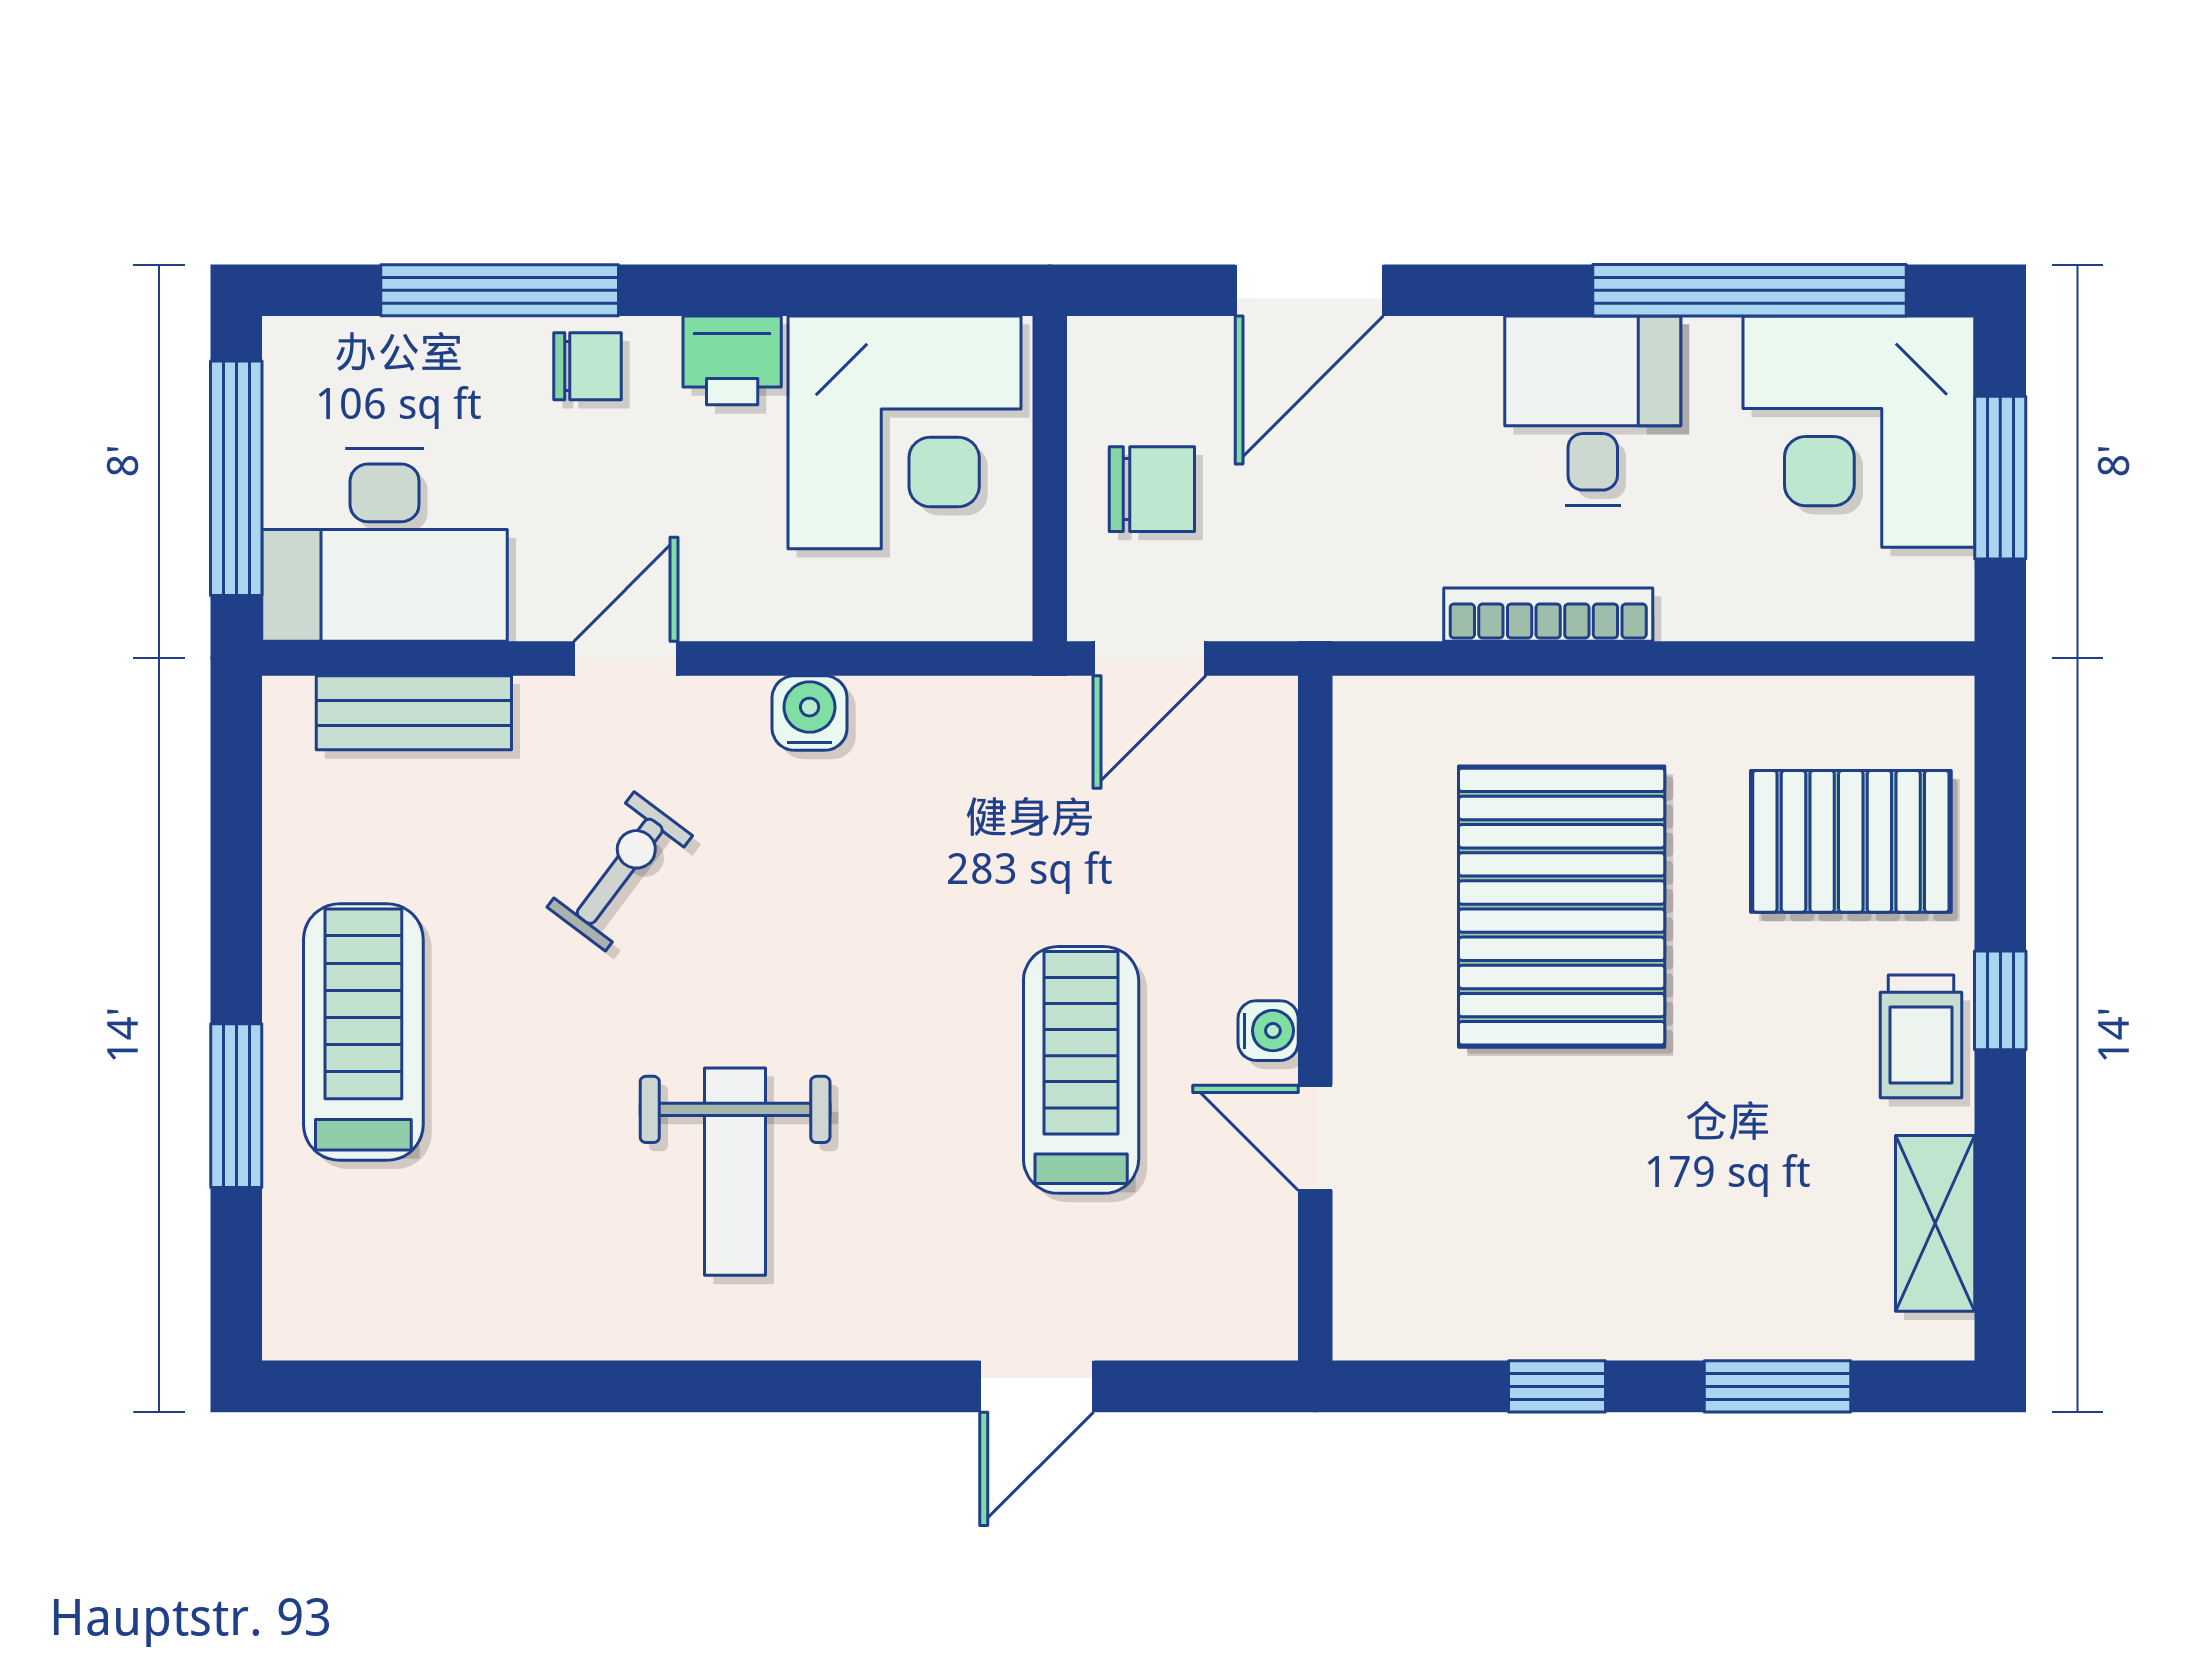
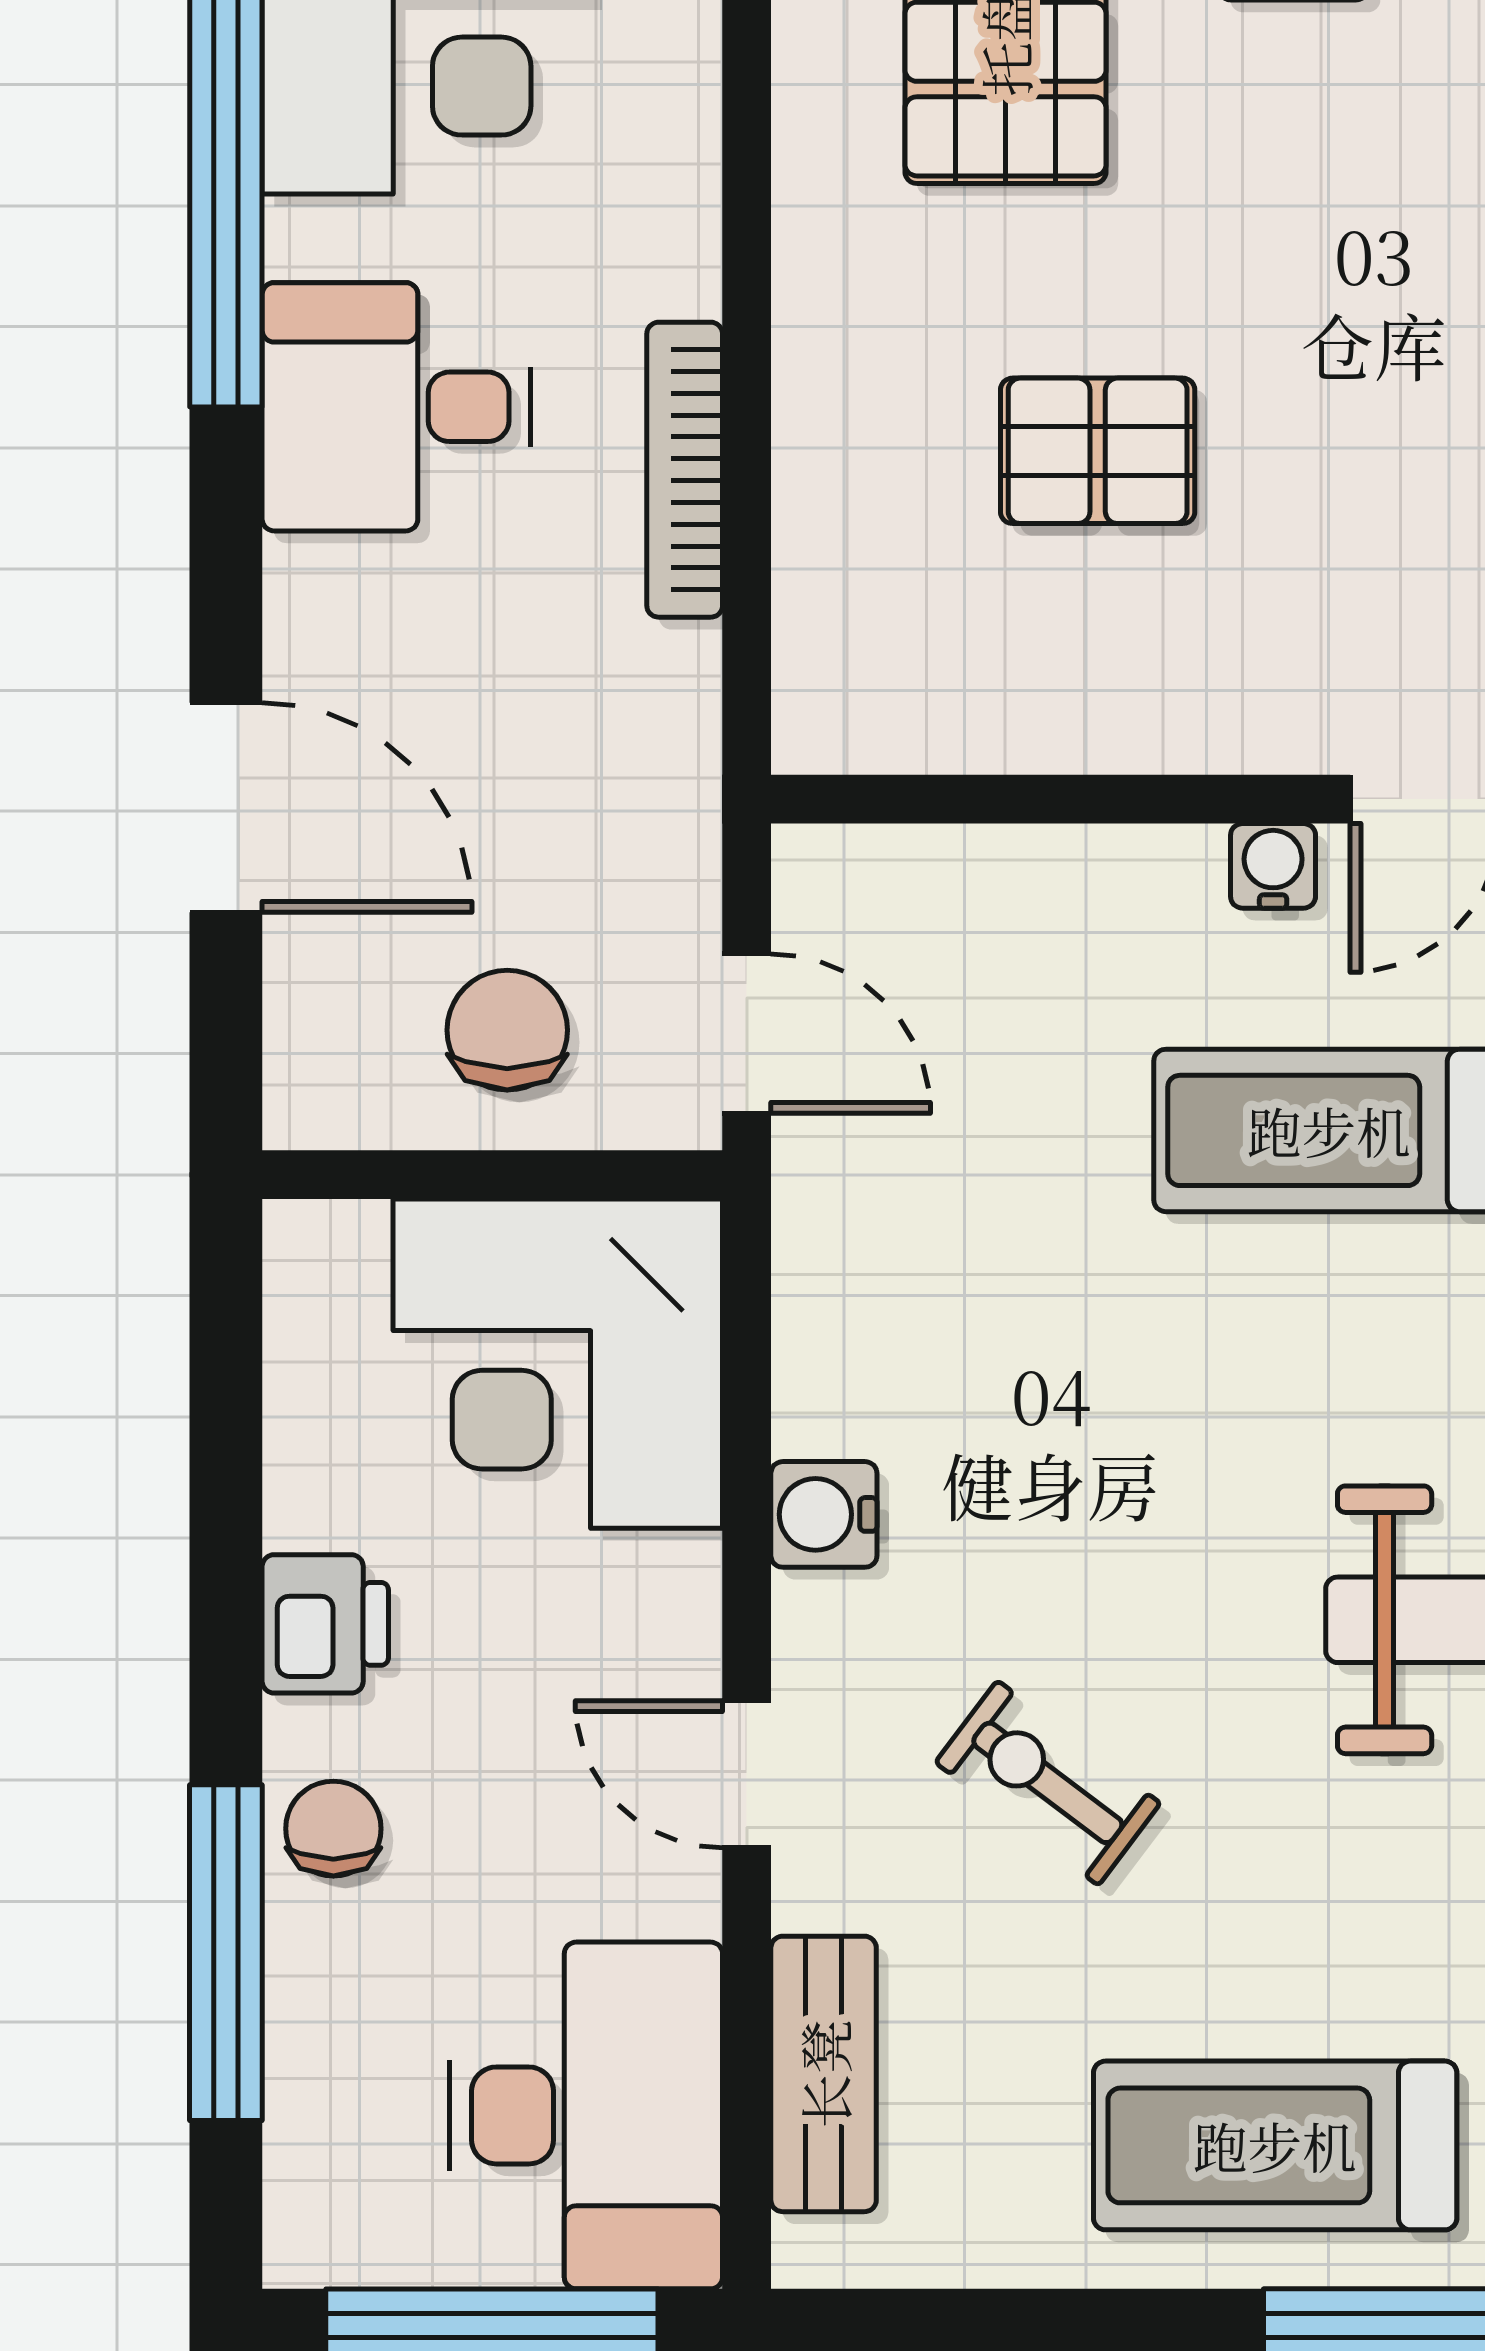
corner desk: (904, 432) -> (558, 1364), moved, turned 180
pallet: (1562, 907) -> (1098, 451), width x0.49, depth x0.50

